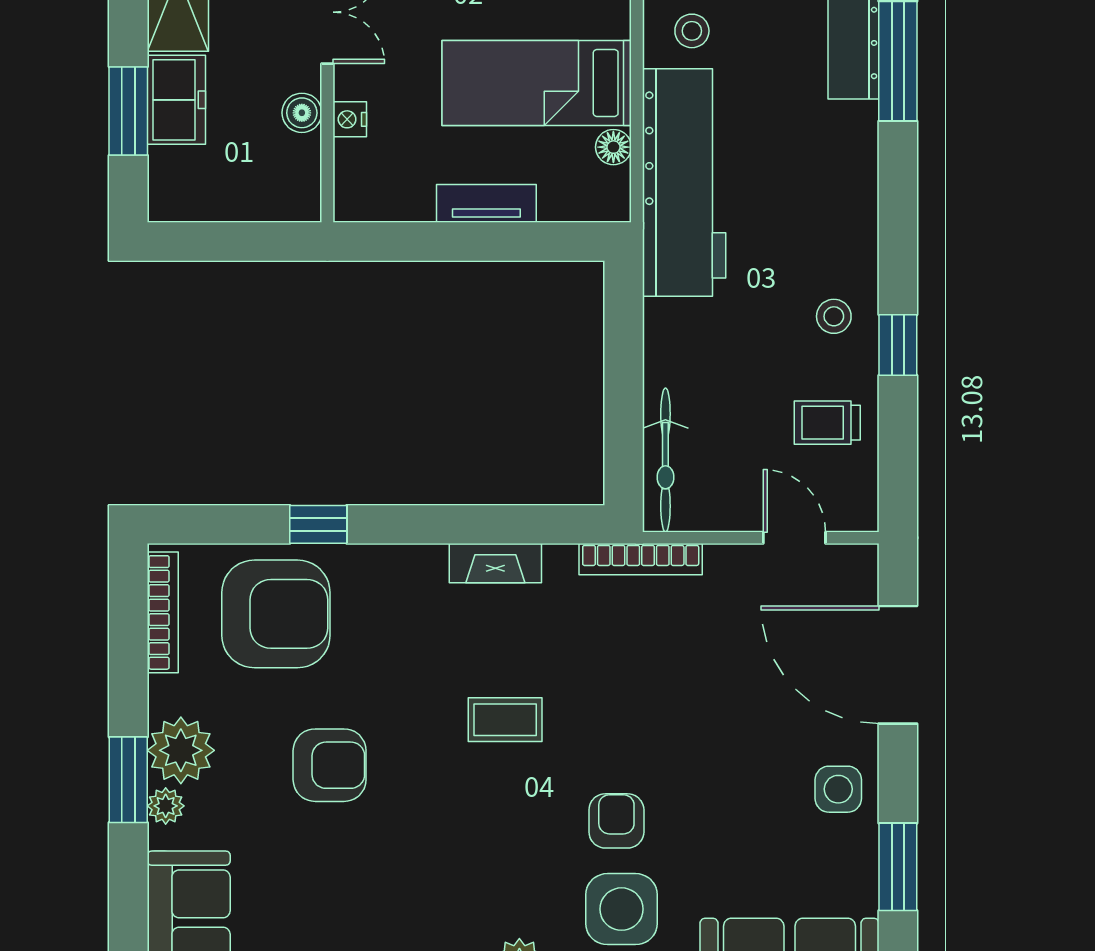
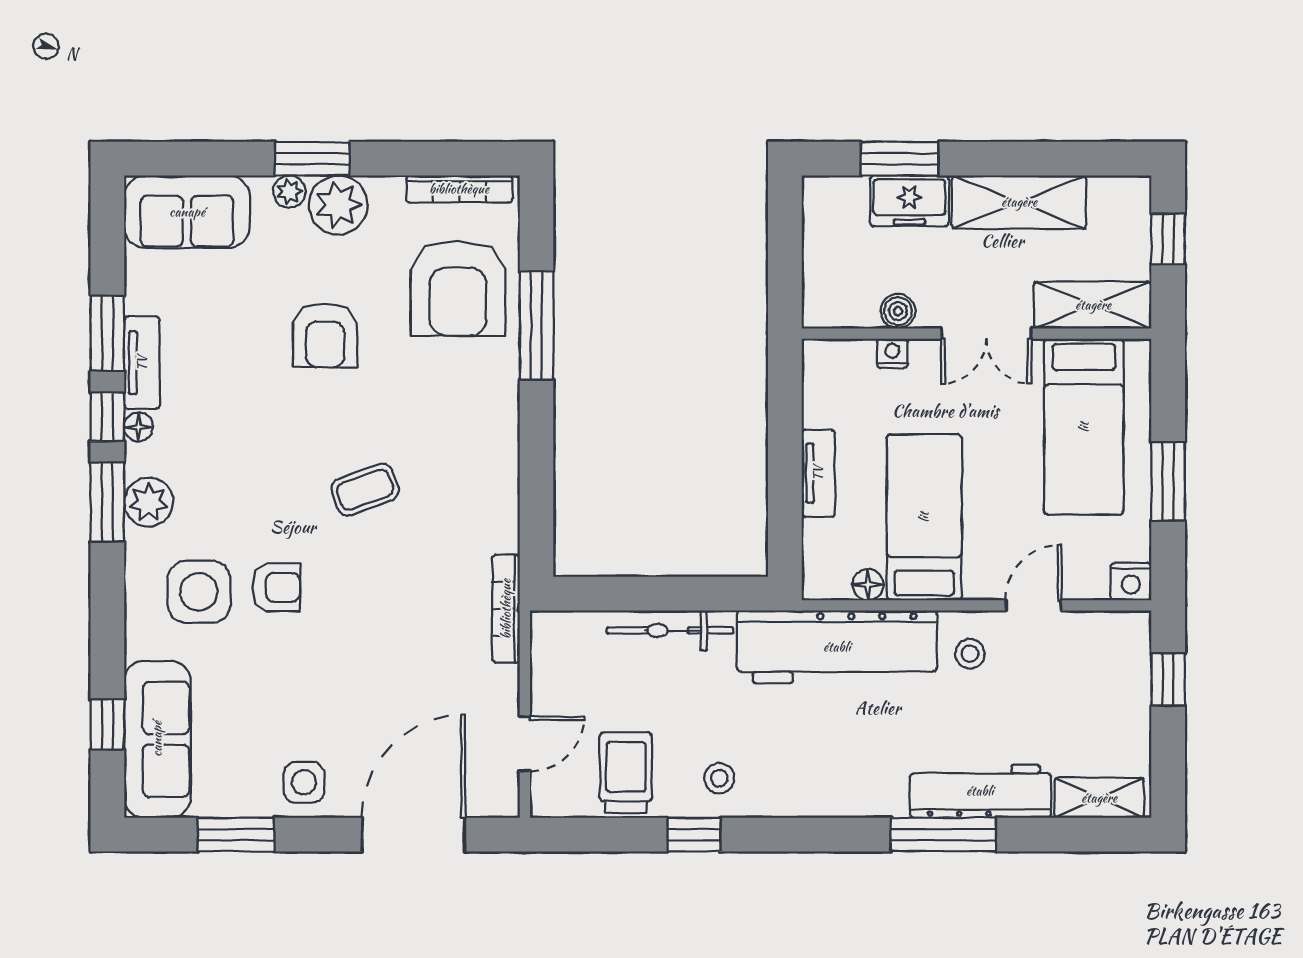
trolley: (827, 423) -> (626, 772), width x1.36, depth x1.39
bicycle: (665, 460) -> (670, 630), moved
window: (318, 524) -> (536, 326), width x2.17
fireplace: (495, 563) -> (502, 481), removed
coffee table: (505, 720) -> (365, 490), turned 70

